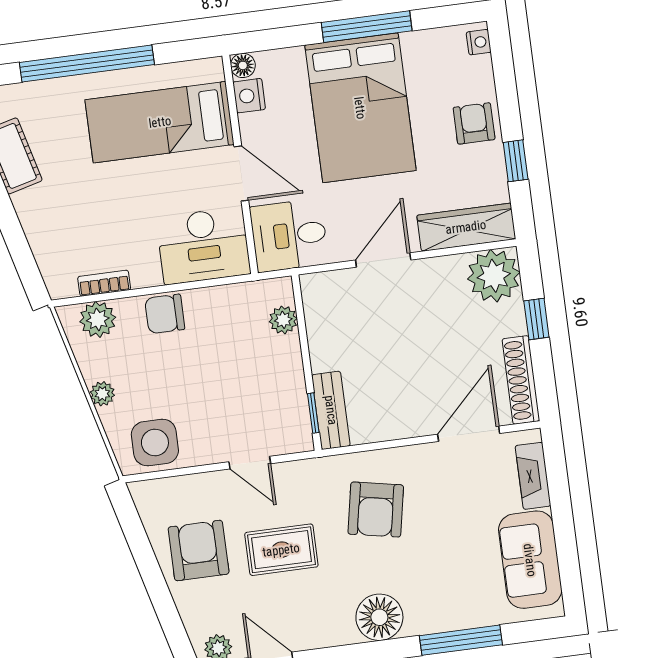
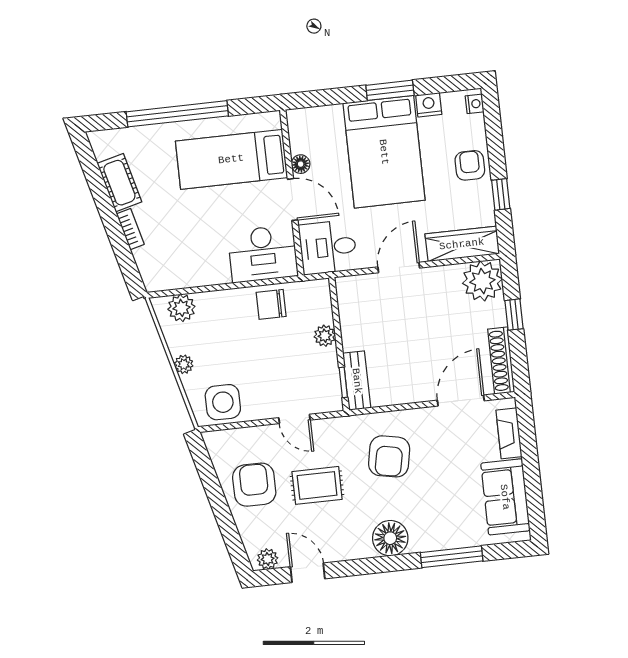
window: (367, 27) -> (390, 90), width x0.69
floor lamp: (243, 65) -> (301, 164), moved
nightstand: (249, 96) -> (429, 105), moved, turned 90
bookcase: (104, 283) -> (130, 229), moved, turned 75
chair: (165, 314) -> (271, 304), moved
plant: (283, 320) -> (325, 336), moved

